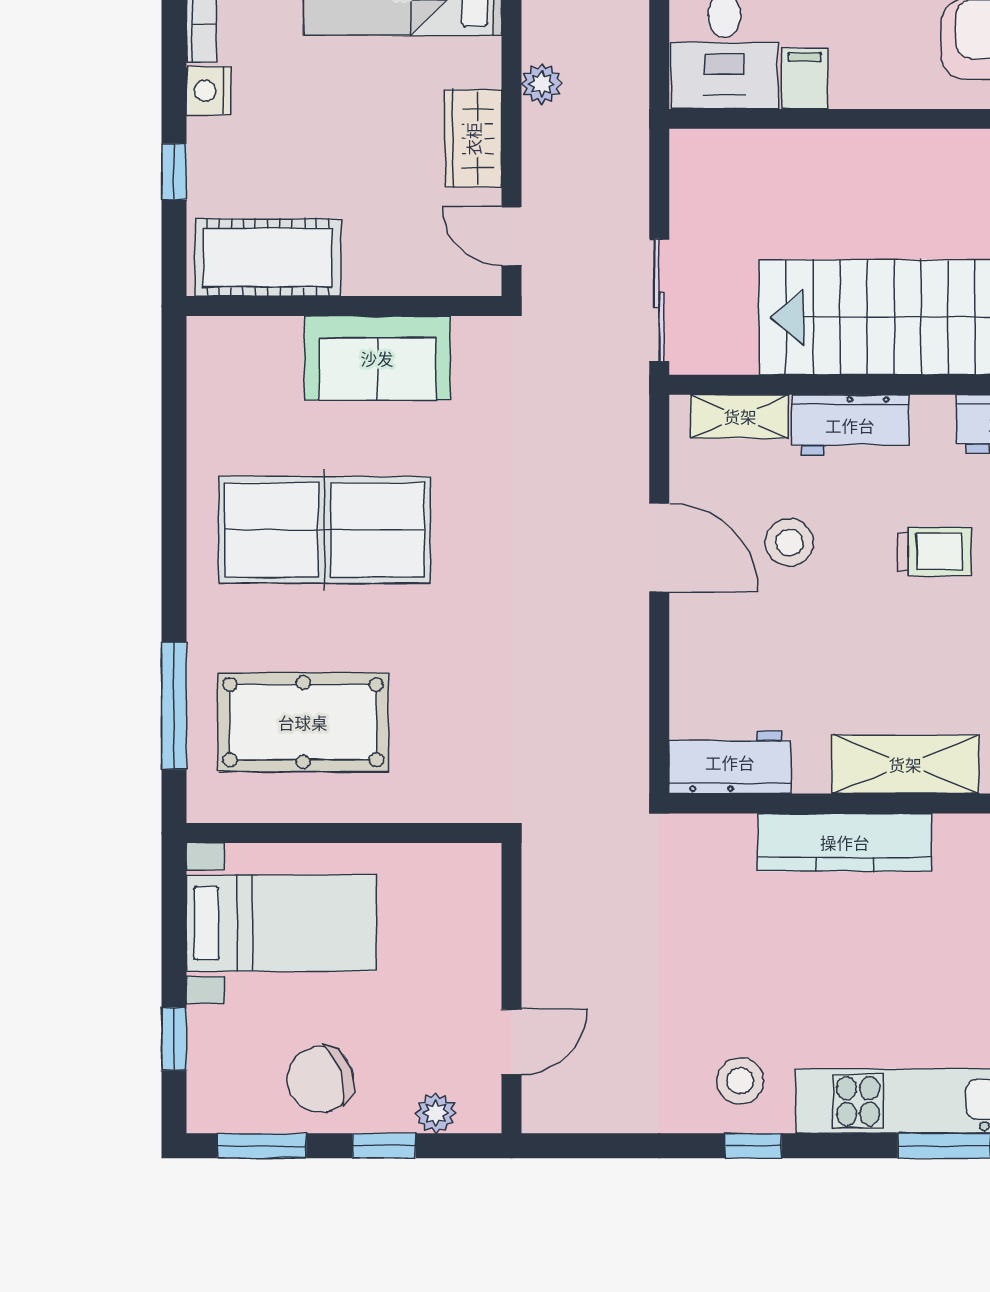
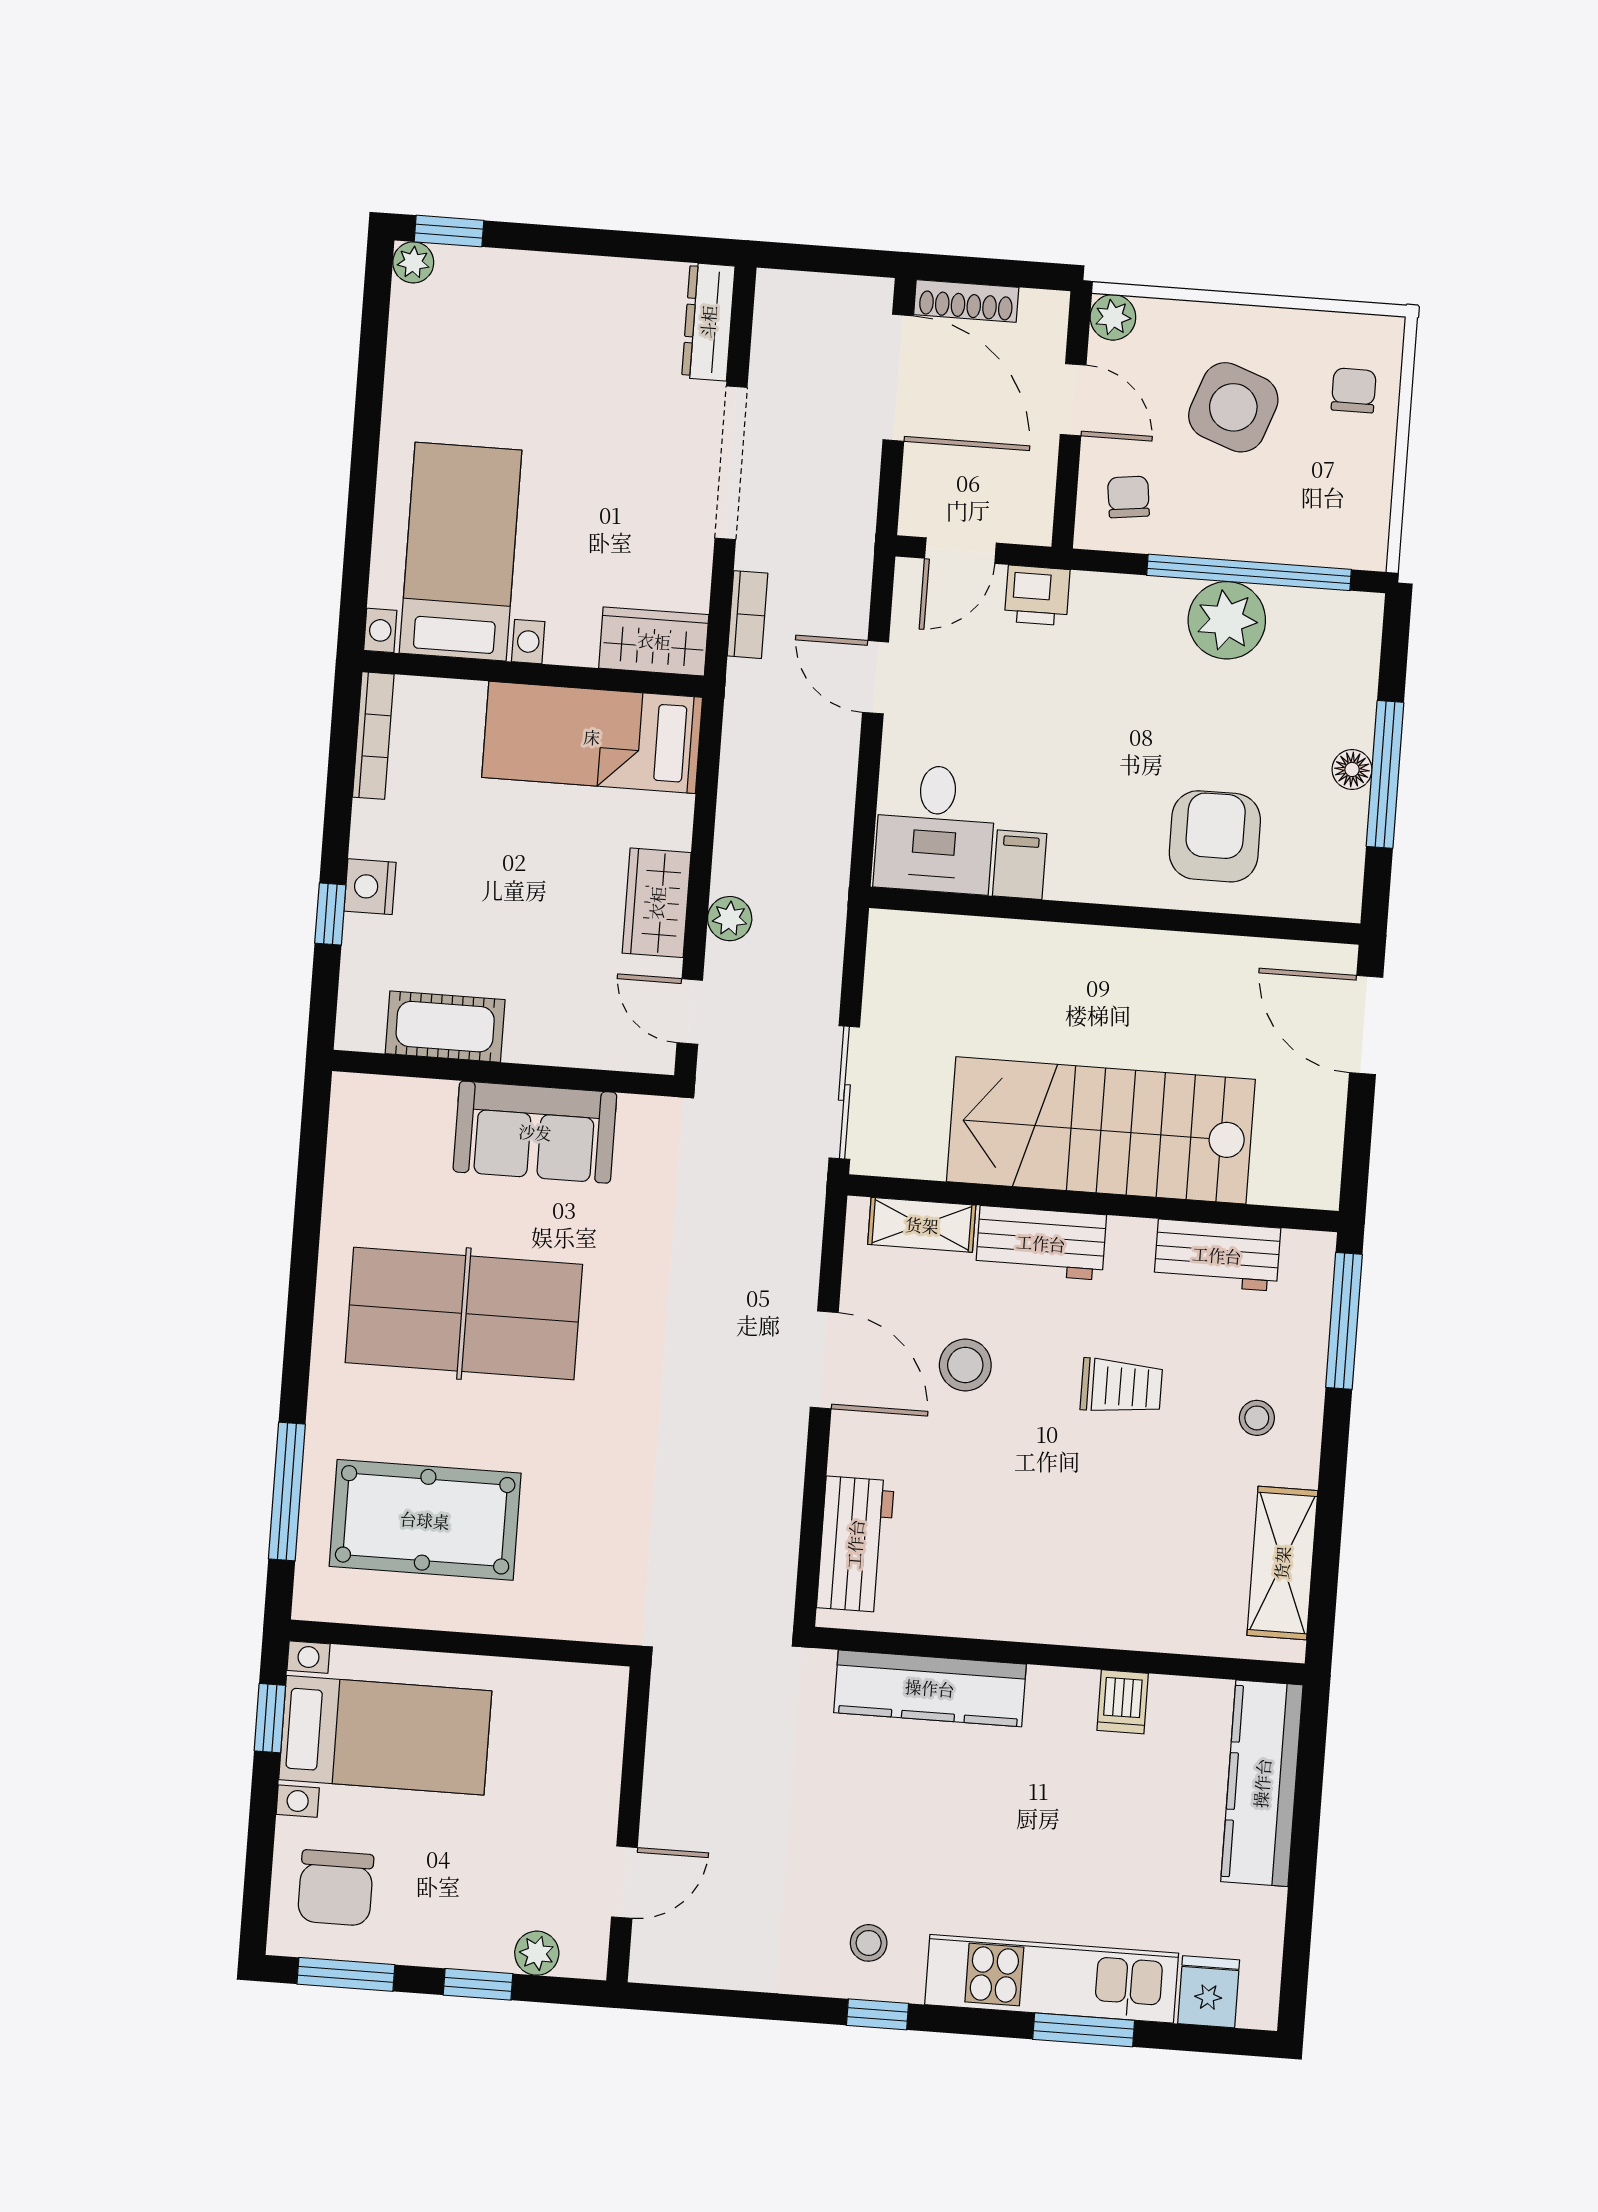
plant: (542, 84) -> (730, 919), moved
nightstand: (209, 91) -> (370, 887), moved
cot: (268, 257) -> (445, 1027), width x0.73, depth x0.75
workbench: (730, 762) -> (855, 1544), moved, turned 90
shelving: (905, 764) -> (1072, 1614), removed
dishwasher: (957, 841) -> (1123, 1702), added
kitchen counter: (845, 842) -> (930, 1688), moved
window: (174, 1039) -> (270, 1718), moved
chair: (320, 1079) -> (336, 1888), moved, turned -71
stool: (740, 1081) -> (869, 1943), width x0.73, depth x0.73

